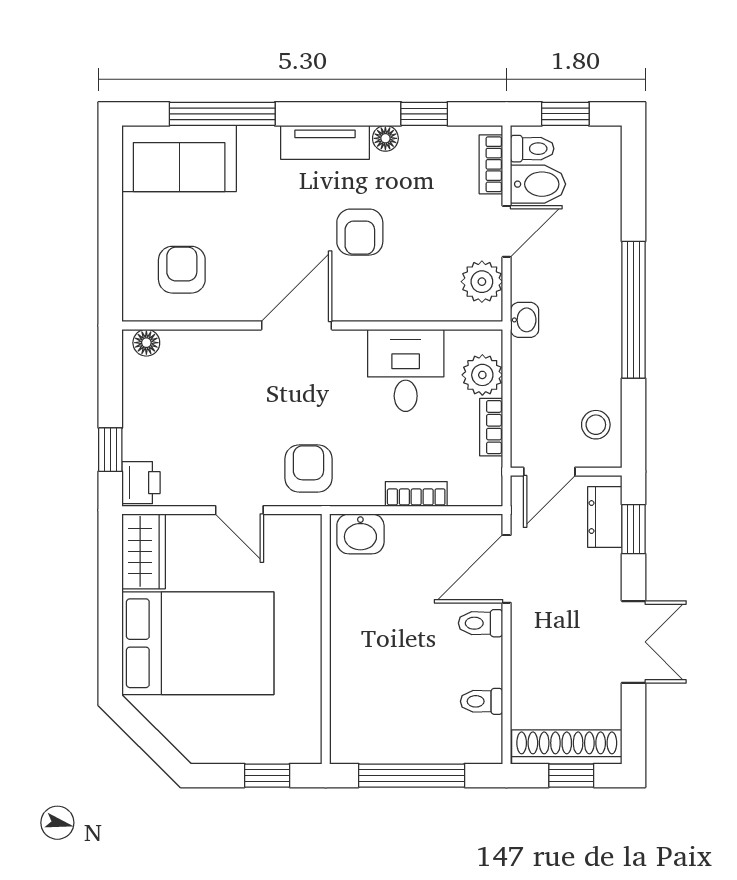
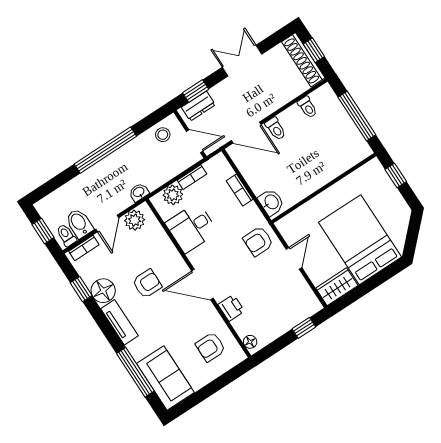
floor lamp: (385, 138) -> (103, 291), width x1.89, depth x1.89
door: (507, 231) -> (107, 224), swing flipped
printer: (141, 483) -> (231, 308), moved, turned 90

